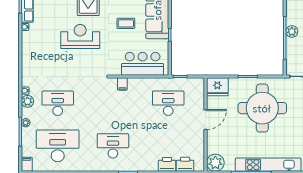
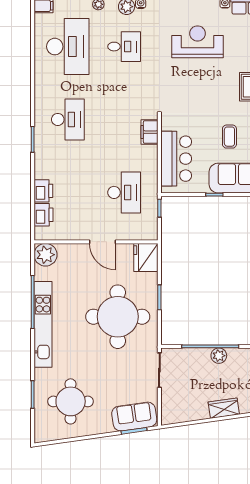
reception desk: (80, 37) -> (198, 42), moved, turned -90
filing cabinet: (122, 84) -> (149, 132), width x2.00
desk: (58, 103) -> (124, 47), width x0.73

